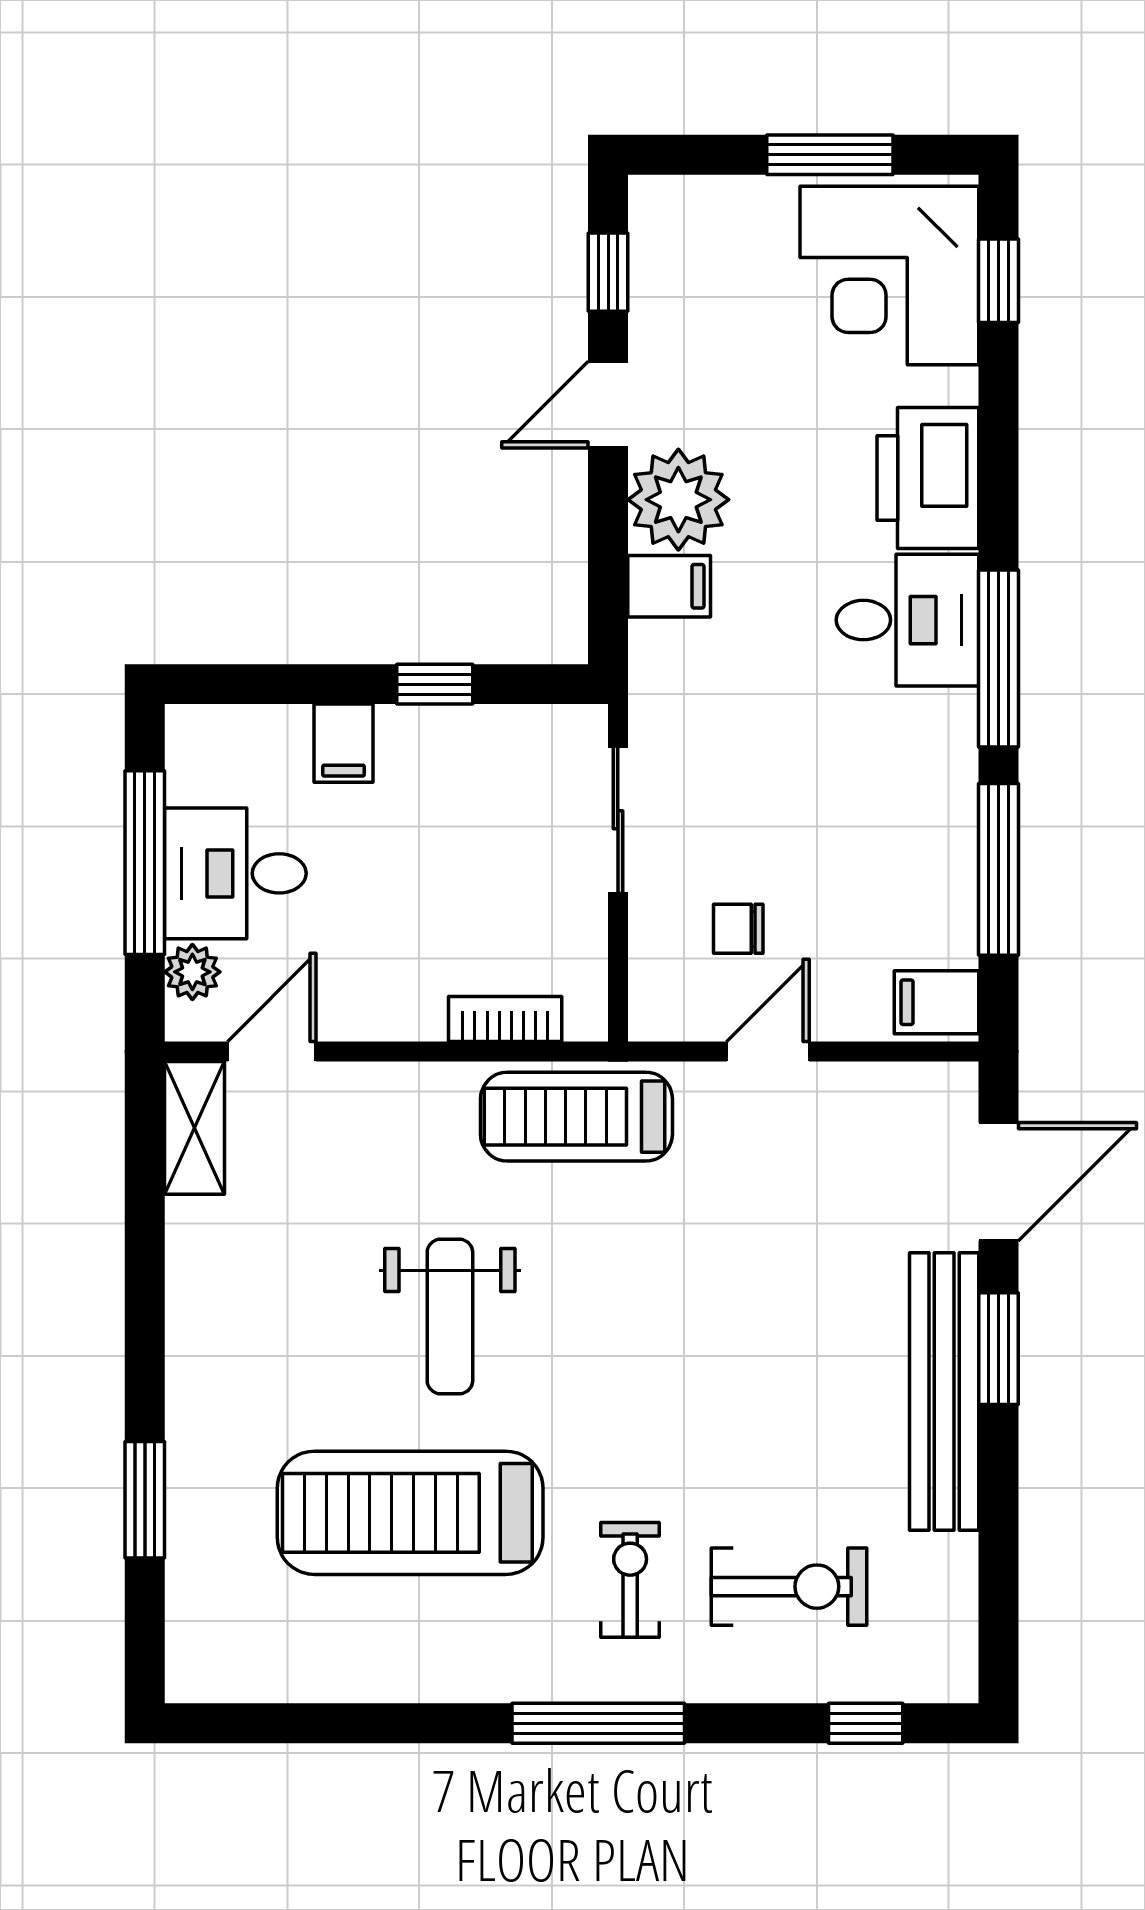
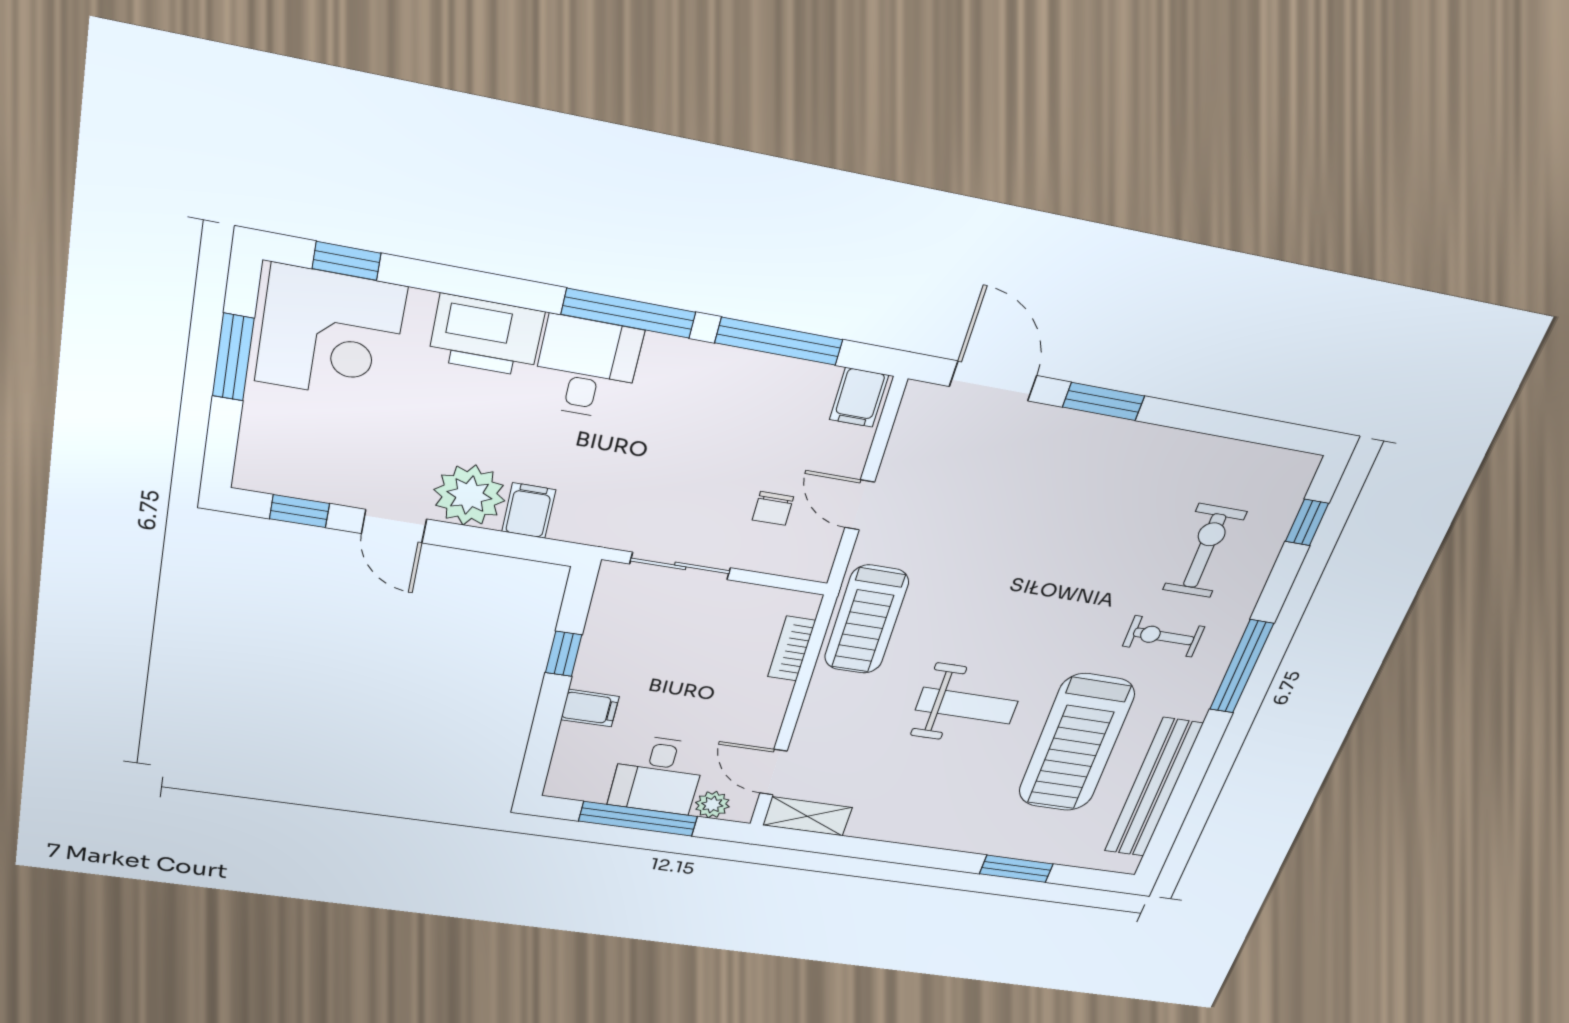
bench: (944, 1391) -> (1153, 788), moved, turned 90

